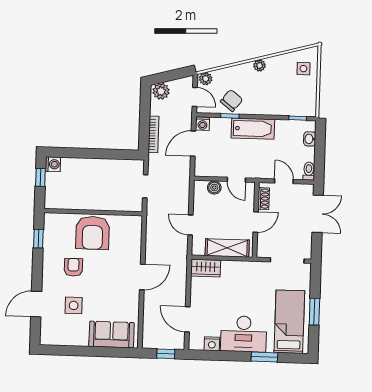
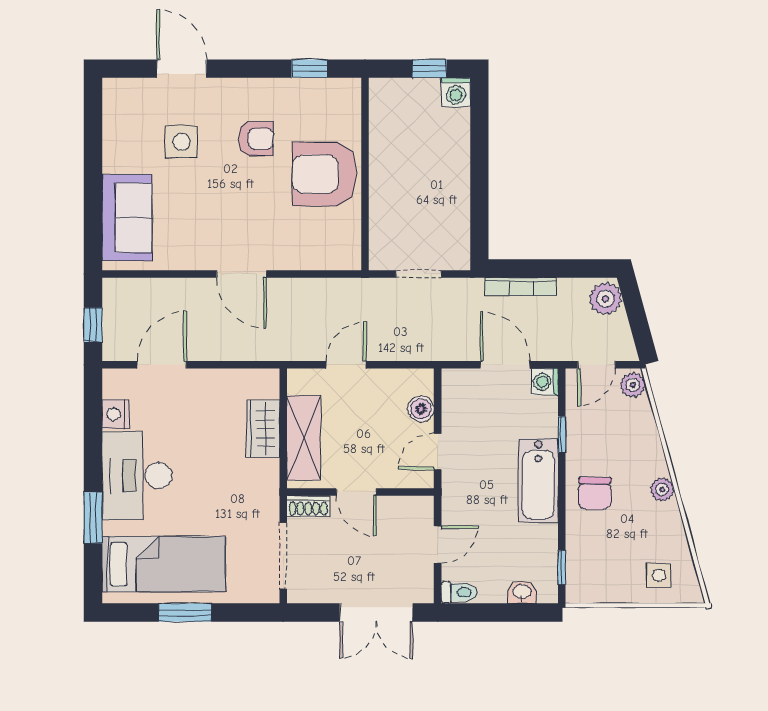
chair: (232, 100) -> (595, 493), moved, turned 52
shoe rack: (264, 199) -> (308, 506), moved
wardrobe: (206, 268) -> (263, 429), moved

